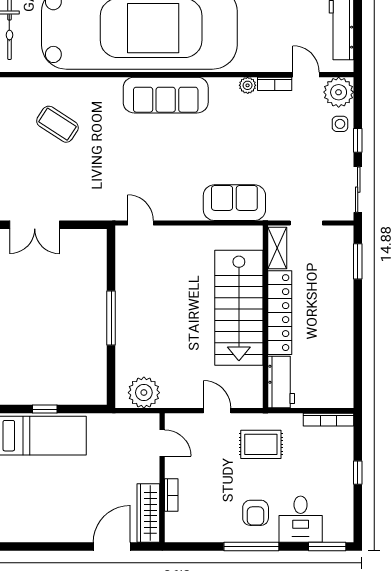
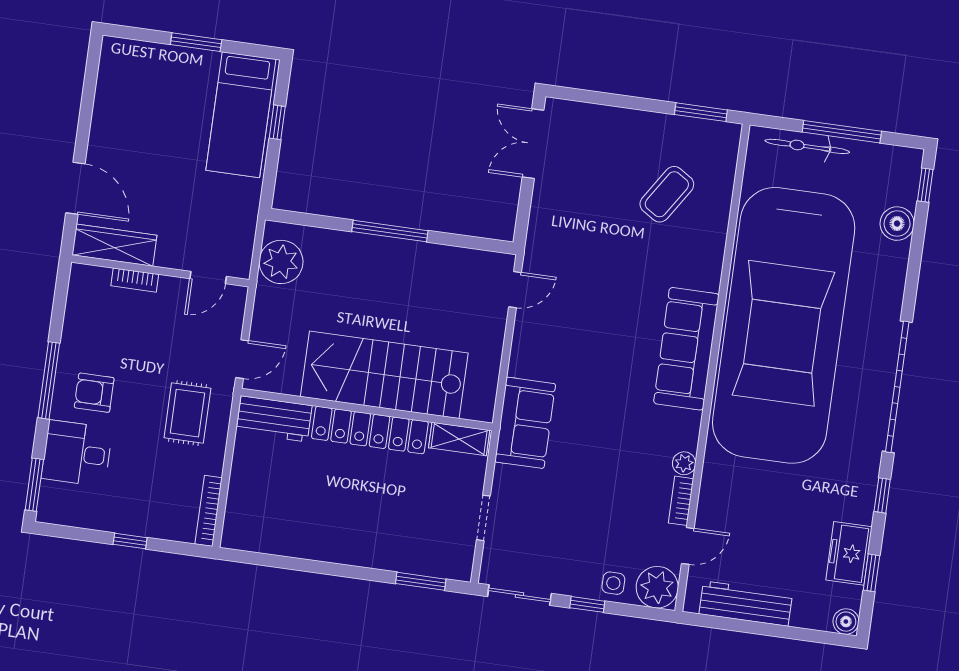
shelving: (277, 248) -> (459, 439), moved
stairs: (239, 308) -> (384, 375), moved
locker: (280, 313) -> (370, 430), moved
wall: (265, 317) -> (367, 409), moved
workbench: (281, 382) -> (274, 419), moved

